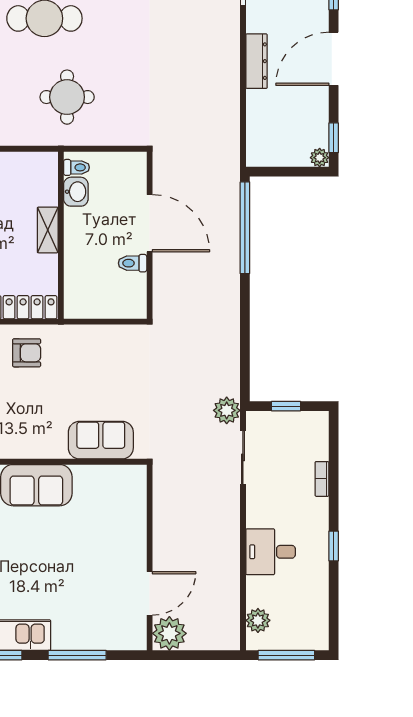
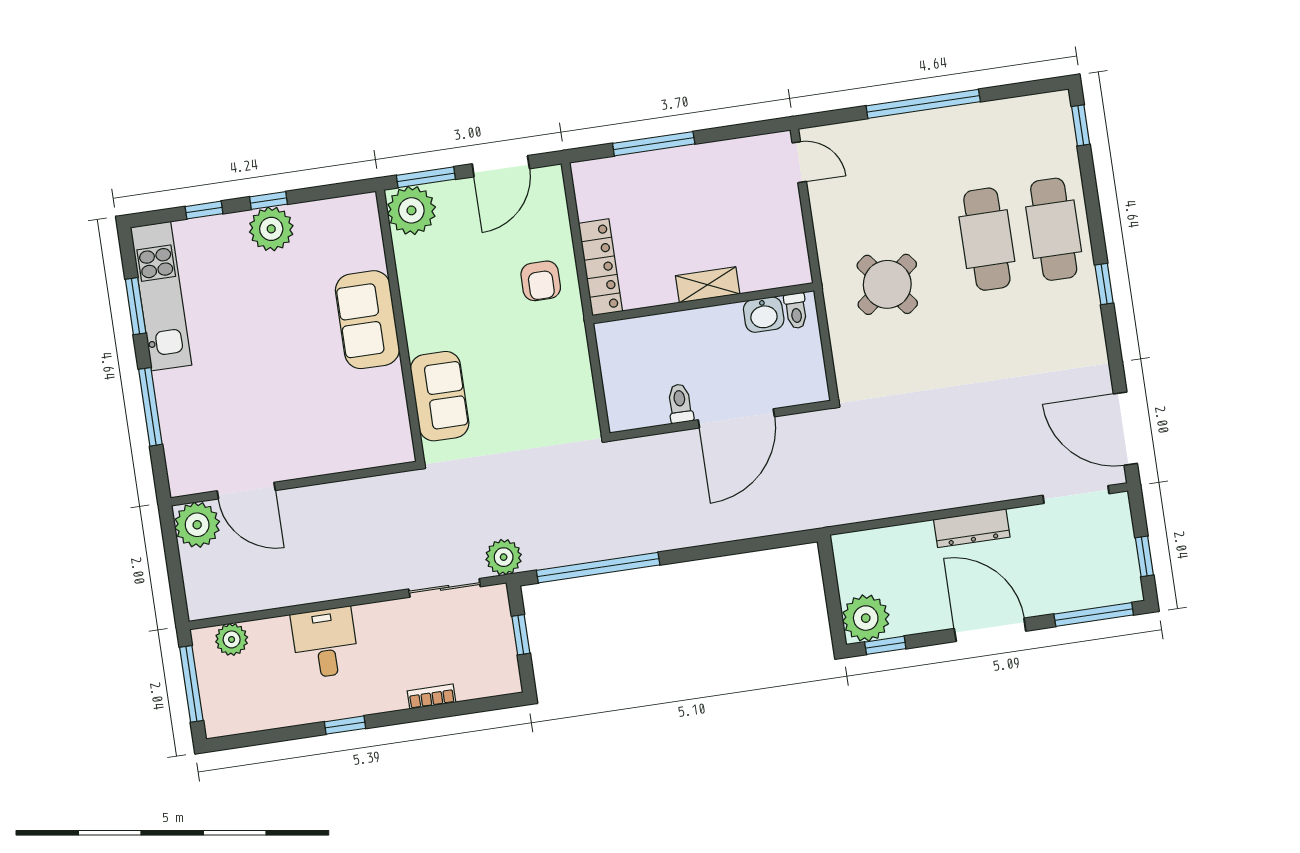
round table: (67, 97) -> (887, 284), turned -38
plant: (320, 158) -> (866, 618), width x1.87, depth x1.87
window: (245, 228) -> (598, 568), moved

